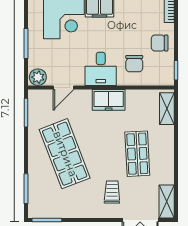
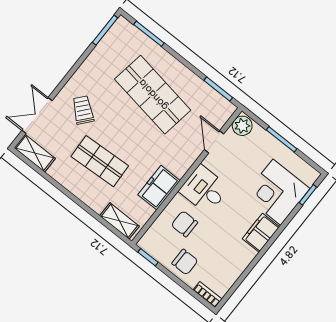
chair: (160, 43) -> (185, 262), turned 90
freezer: (109, 100) -> (159, 188), moved
shop shelf: (65, 154) -> (153, 95), turned 30
trolley: (112, 192) -> (83, 110), turned -141

